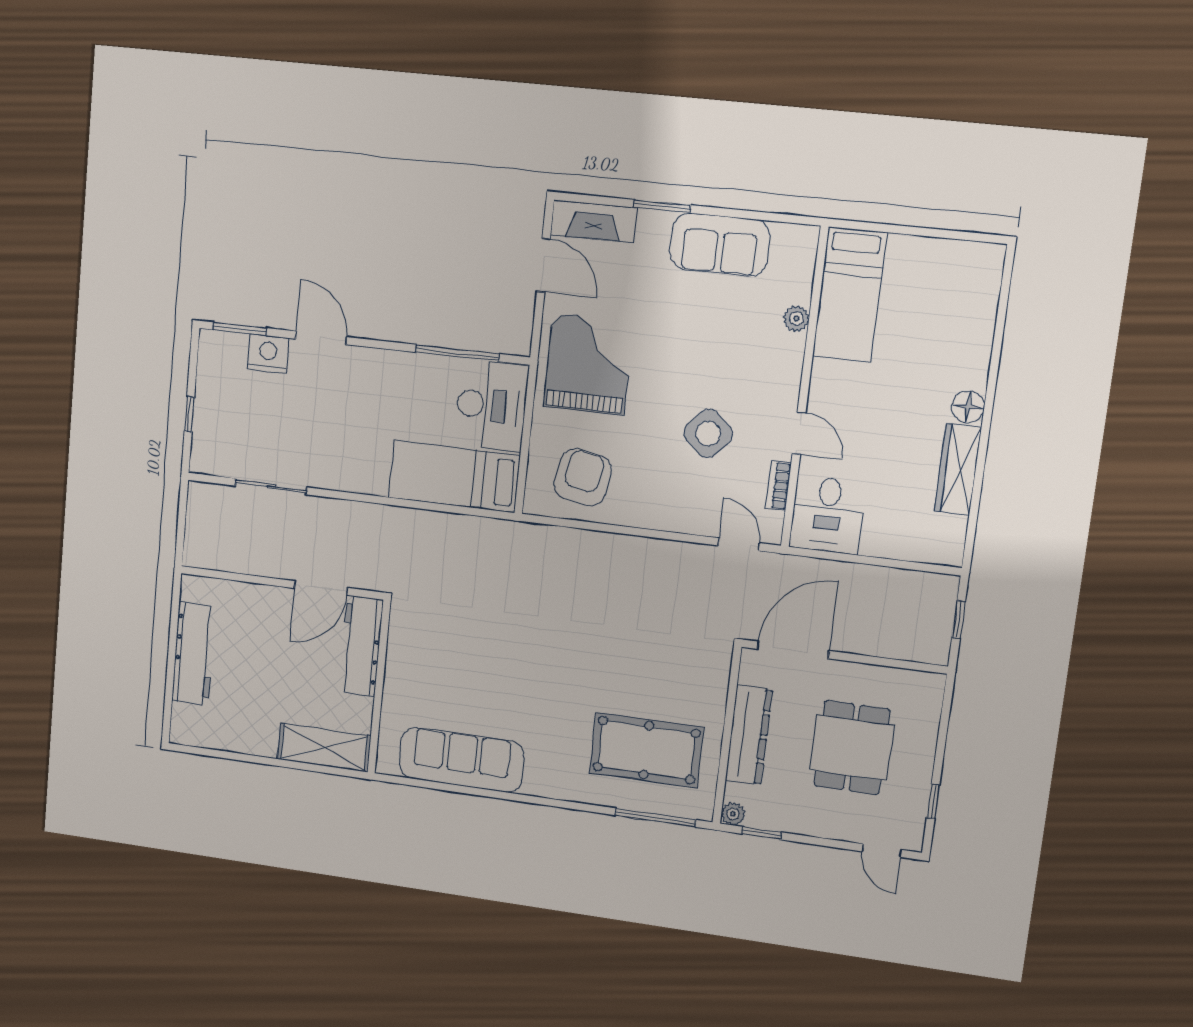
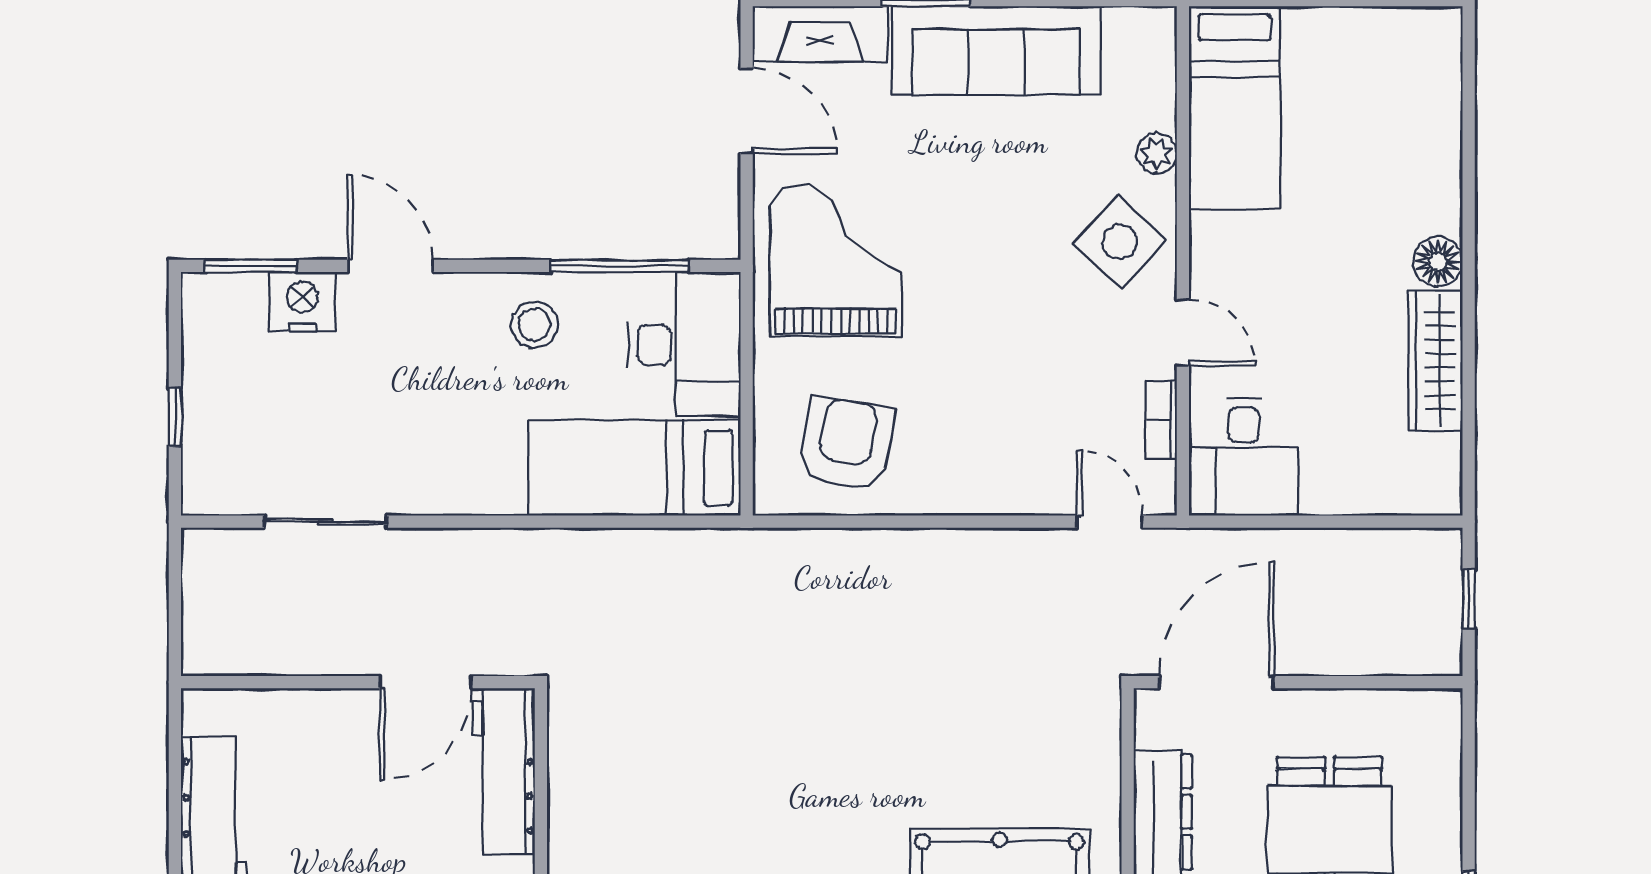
sofa: (720, 245) -> (996, 51), width x1.36
stool: (403, 383) -> (534, 325), added
side table: (708, 433) -> (1120, 242), moved

